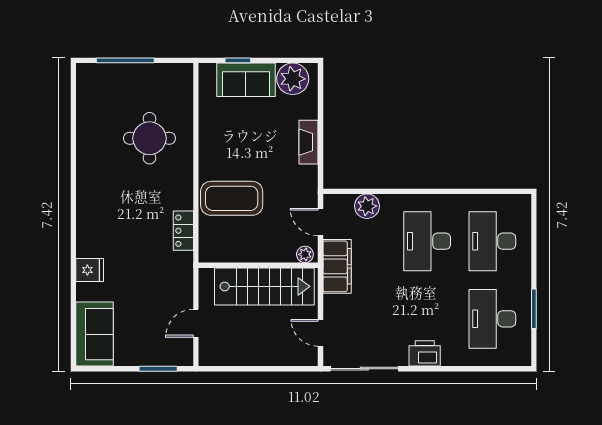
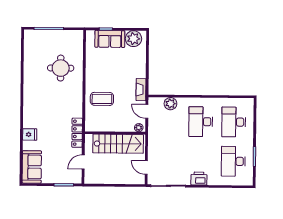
fireplace: (309, 142) -> (141, 90), moved
coffee table: (232, 198) -> (102, 99), width x0.73, depth x0.76
locker: (183, 231) -> (77, 133), moved, width x1.53
filing cabinet: (337, 266) -> (155, 134), removed

